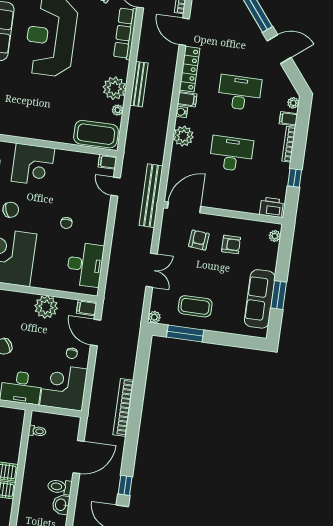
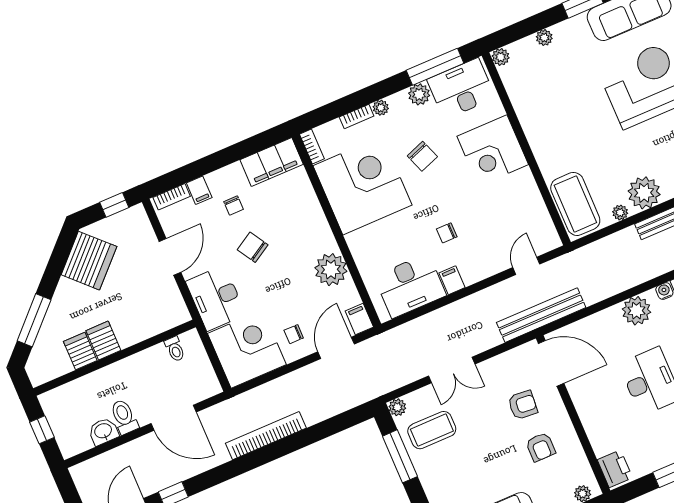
filing cabinet: (107, 162) -> (452, 280), moved
coffee table: (195, 306) -> (432, 430), moved, turned 90

